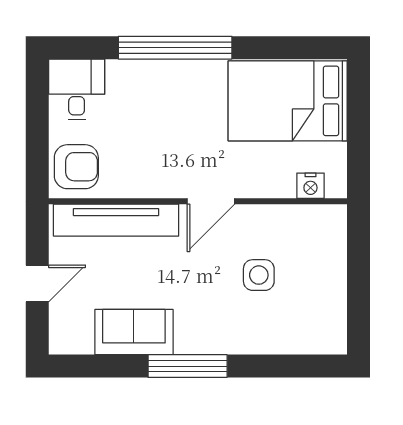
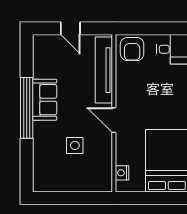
sofa: (134, 332) -> (45, 100), moved
window: (188, 366) -> (27, 108), width x1.46

